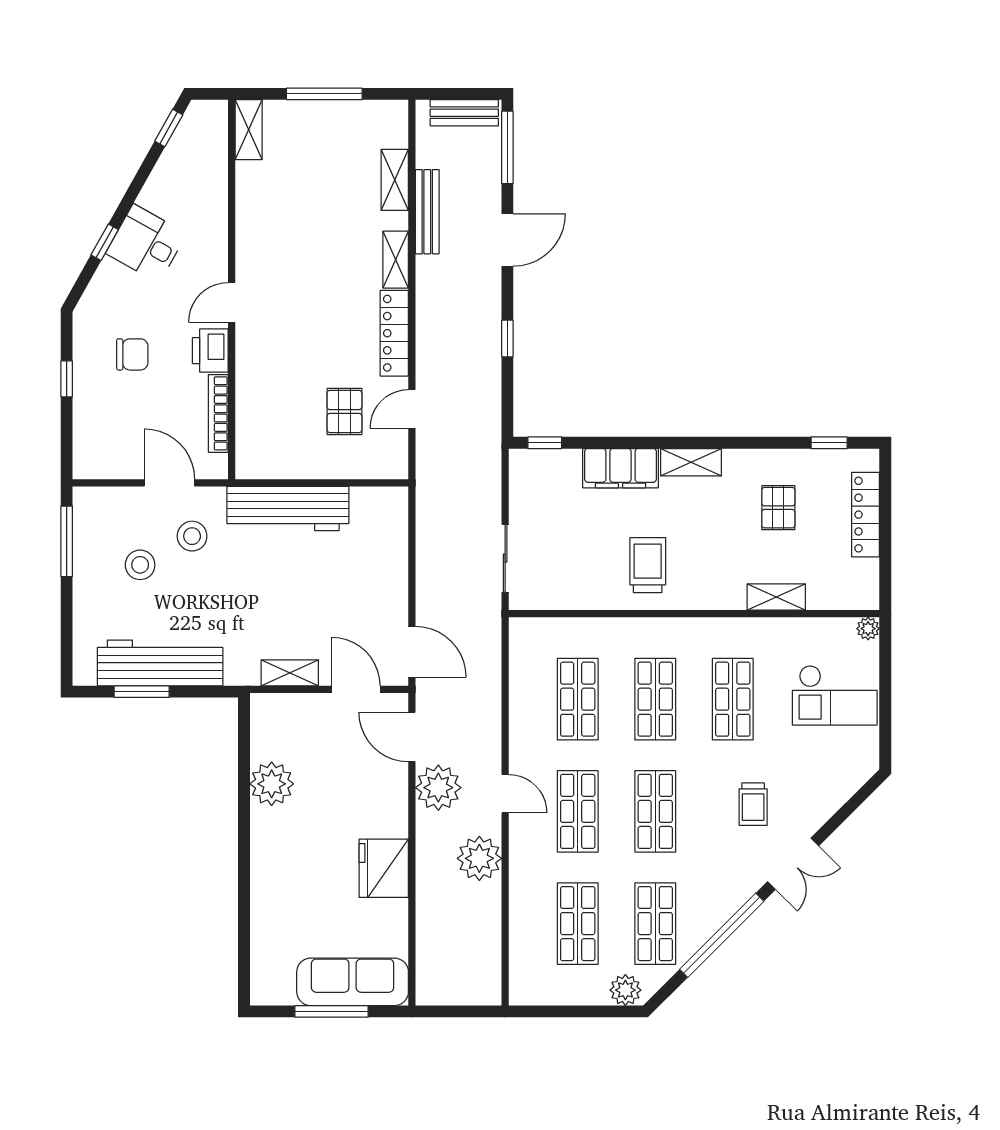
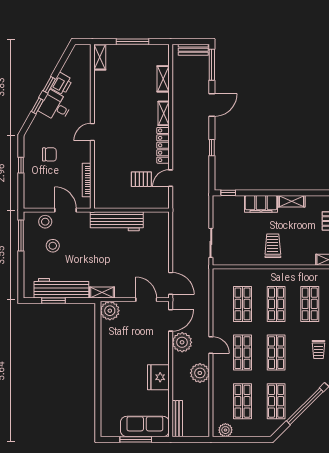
window: (169, 128) -> (49, 85), moved
bench: (427, 212) -> (177, 419), moved
printer: (210, 351) -> (62, 84), moved, turned -151
pallet: (344, 412) -> (141, 179), turned 90
stool: (192, 536) -> (45, 222), moved
shelving: (290, 673) -> (102, 293), moved
door: (412, 737) -> (171, 320), swing flipped
plant: (272, 784) -> (110, 311), moved
plant: (625, 990) -> (225, 430), moved

